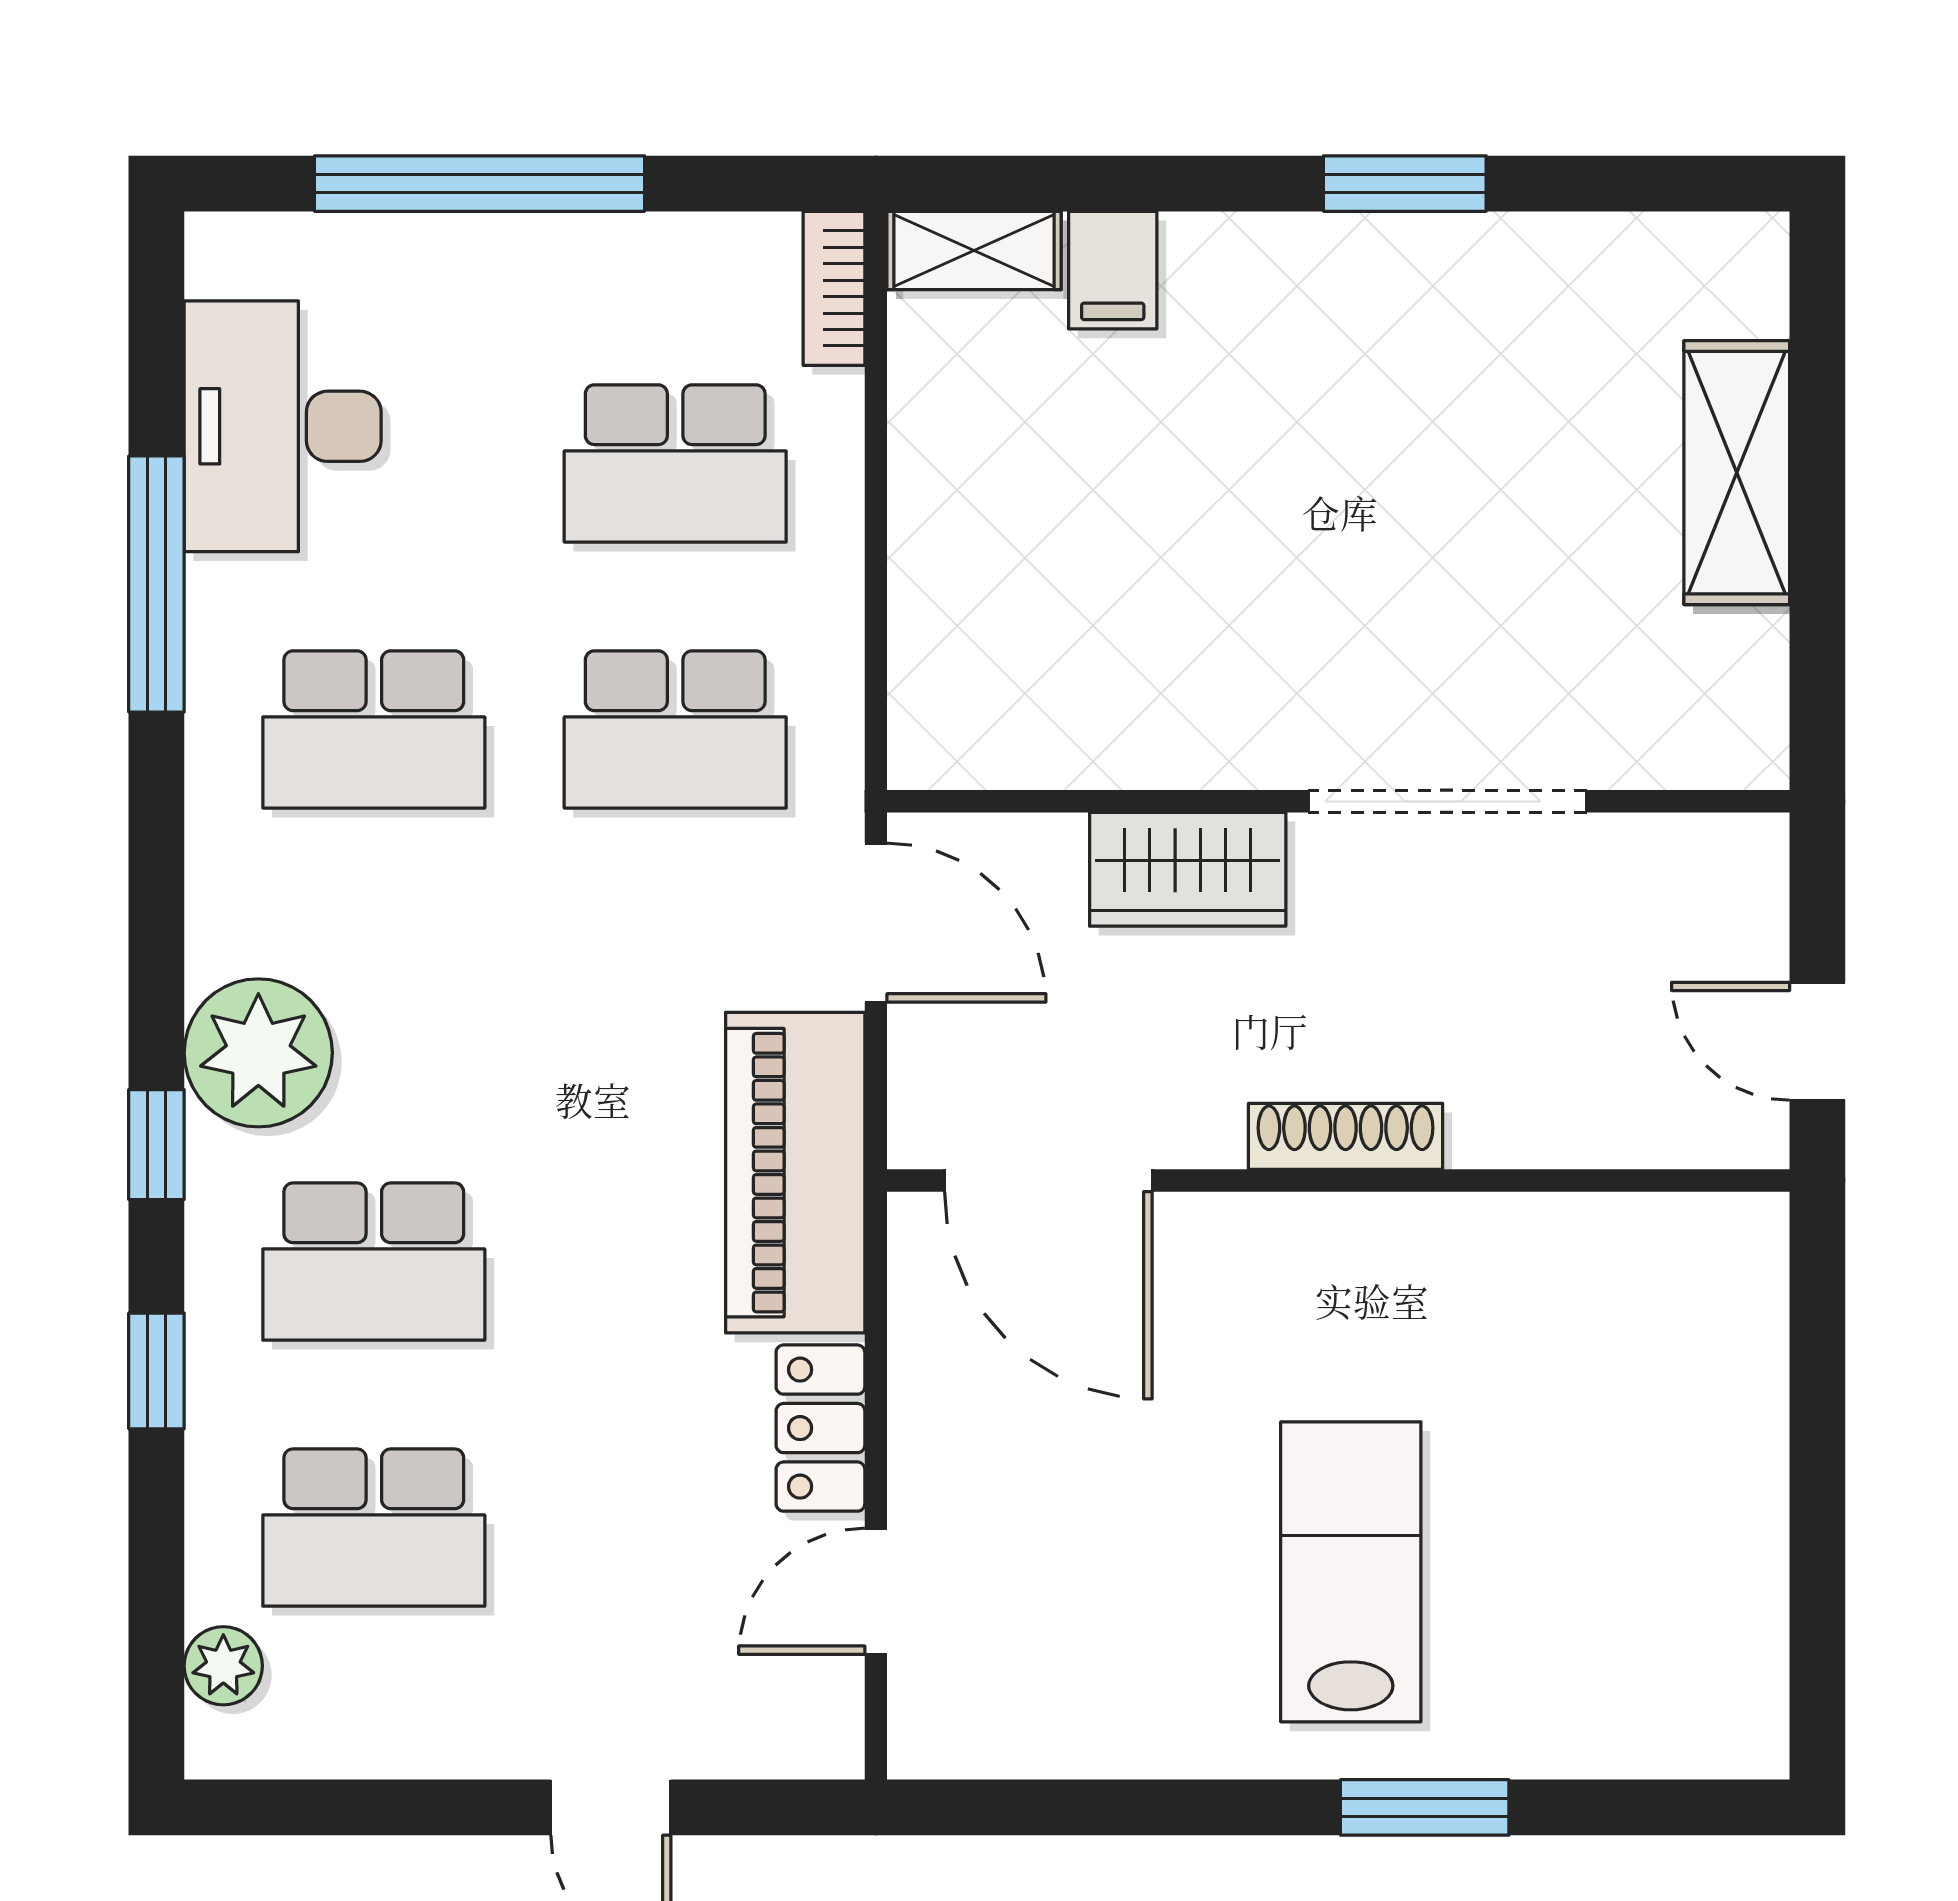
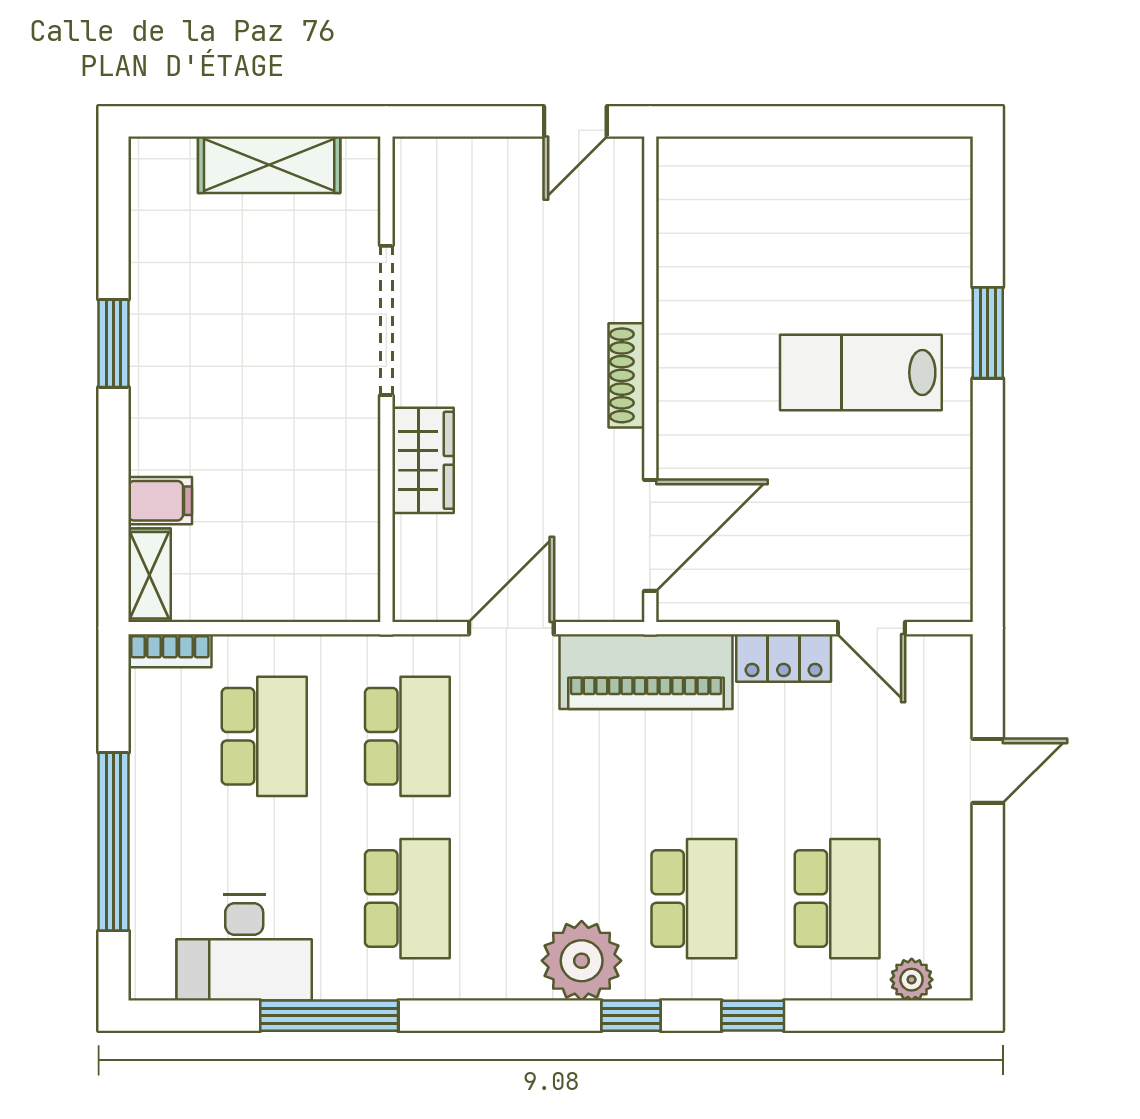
wall: (1338, 801) -> (386, 379), moved
doorway: (1448, 801) -> (386, 320), moved
wardrobe: (1188, 869) -> (423, 460), moved

